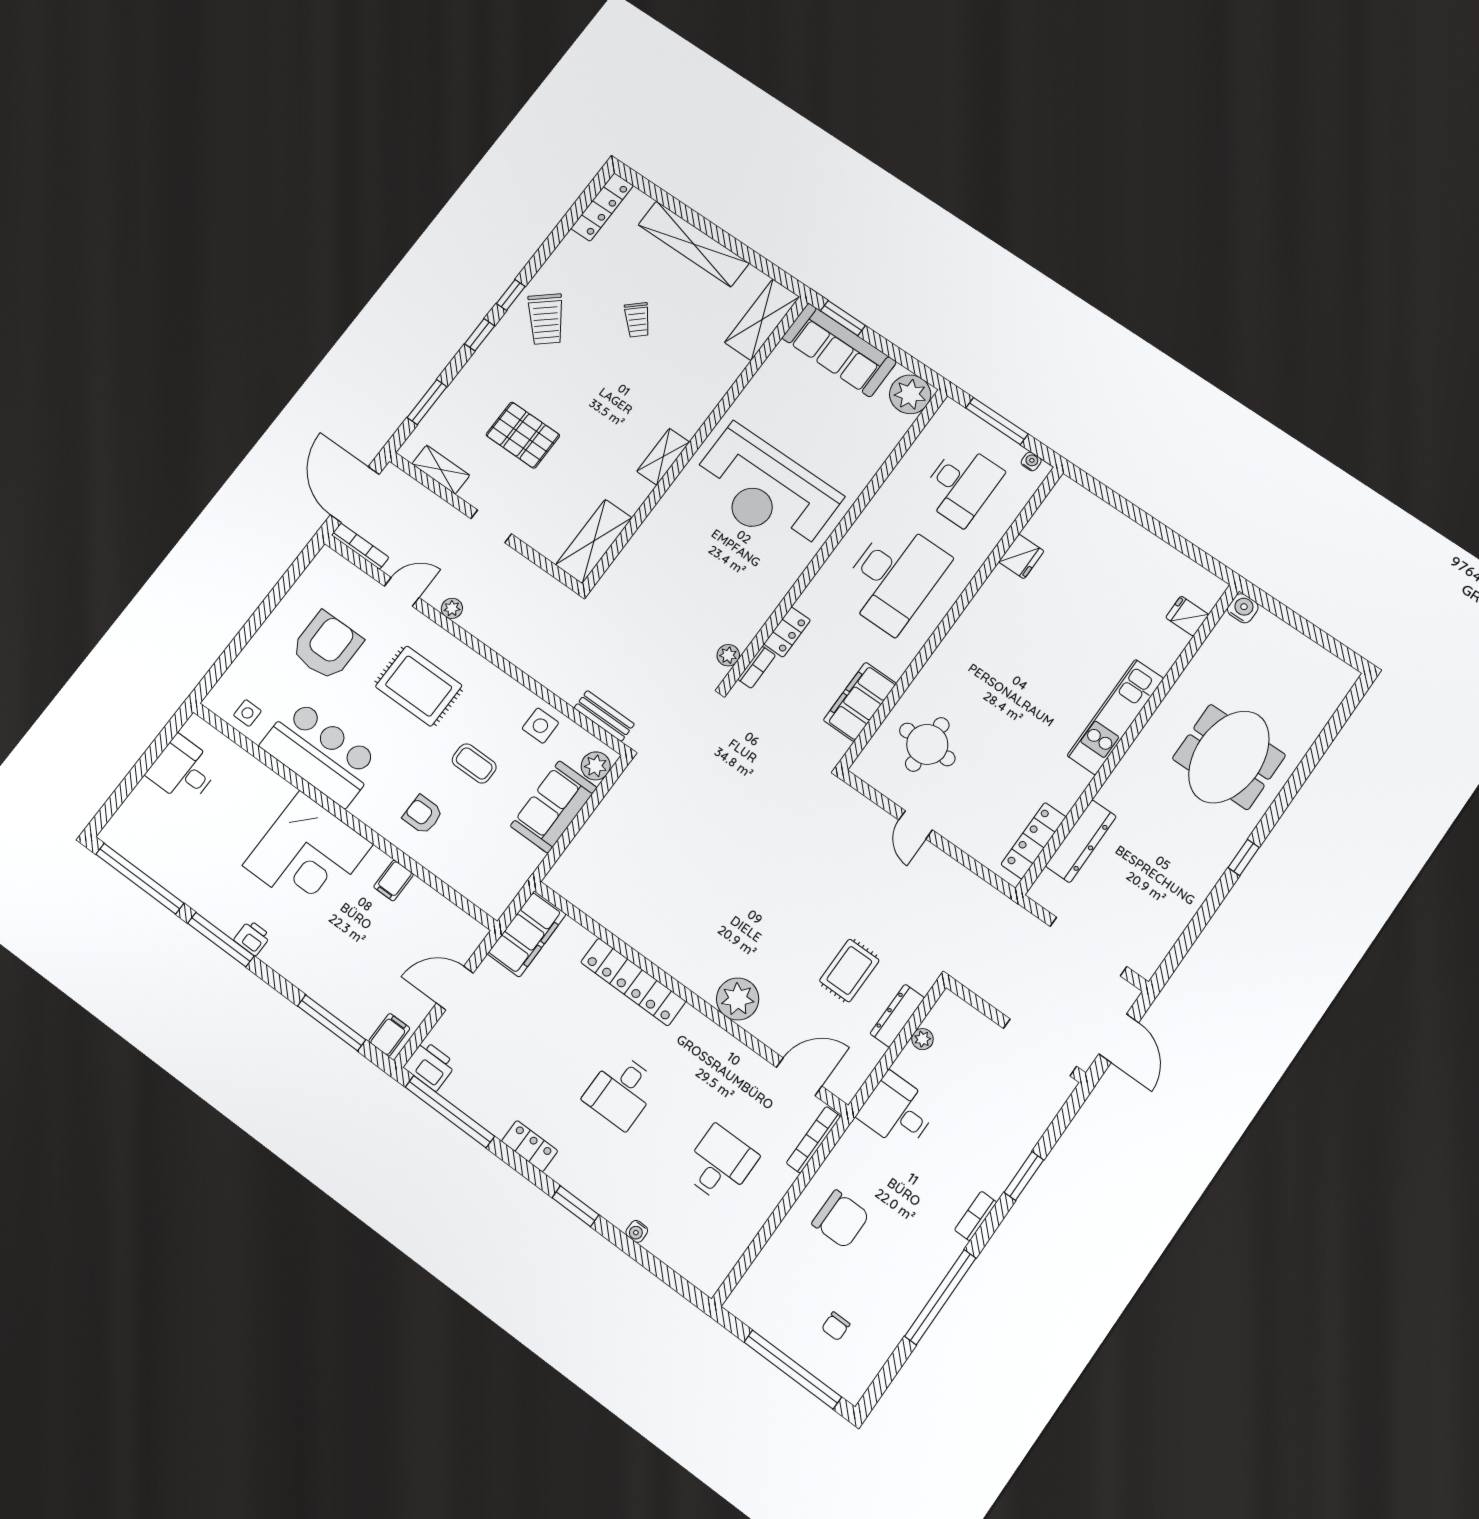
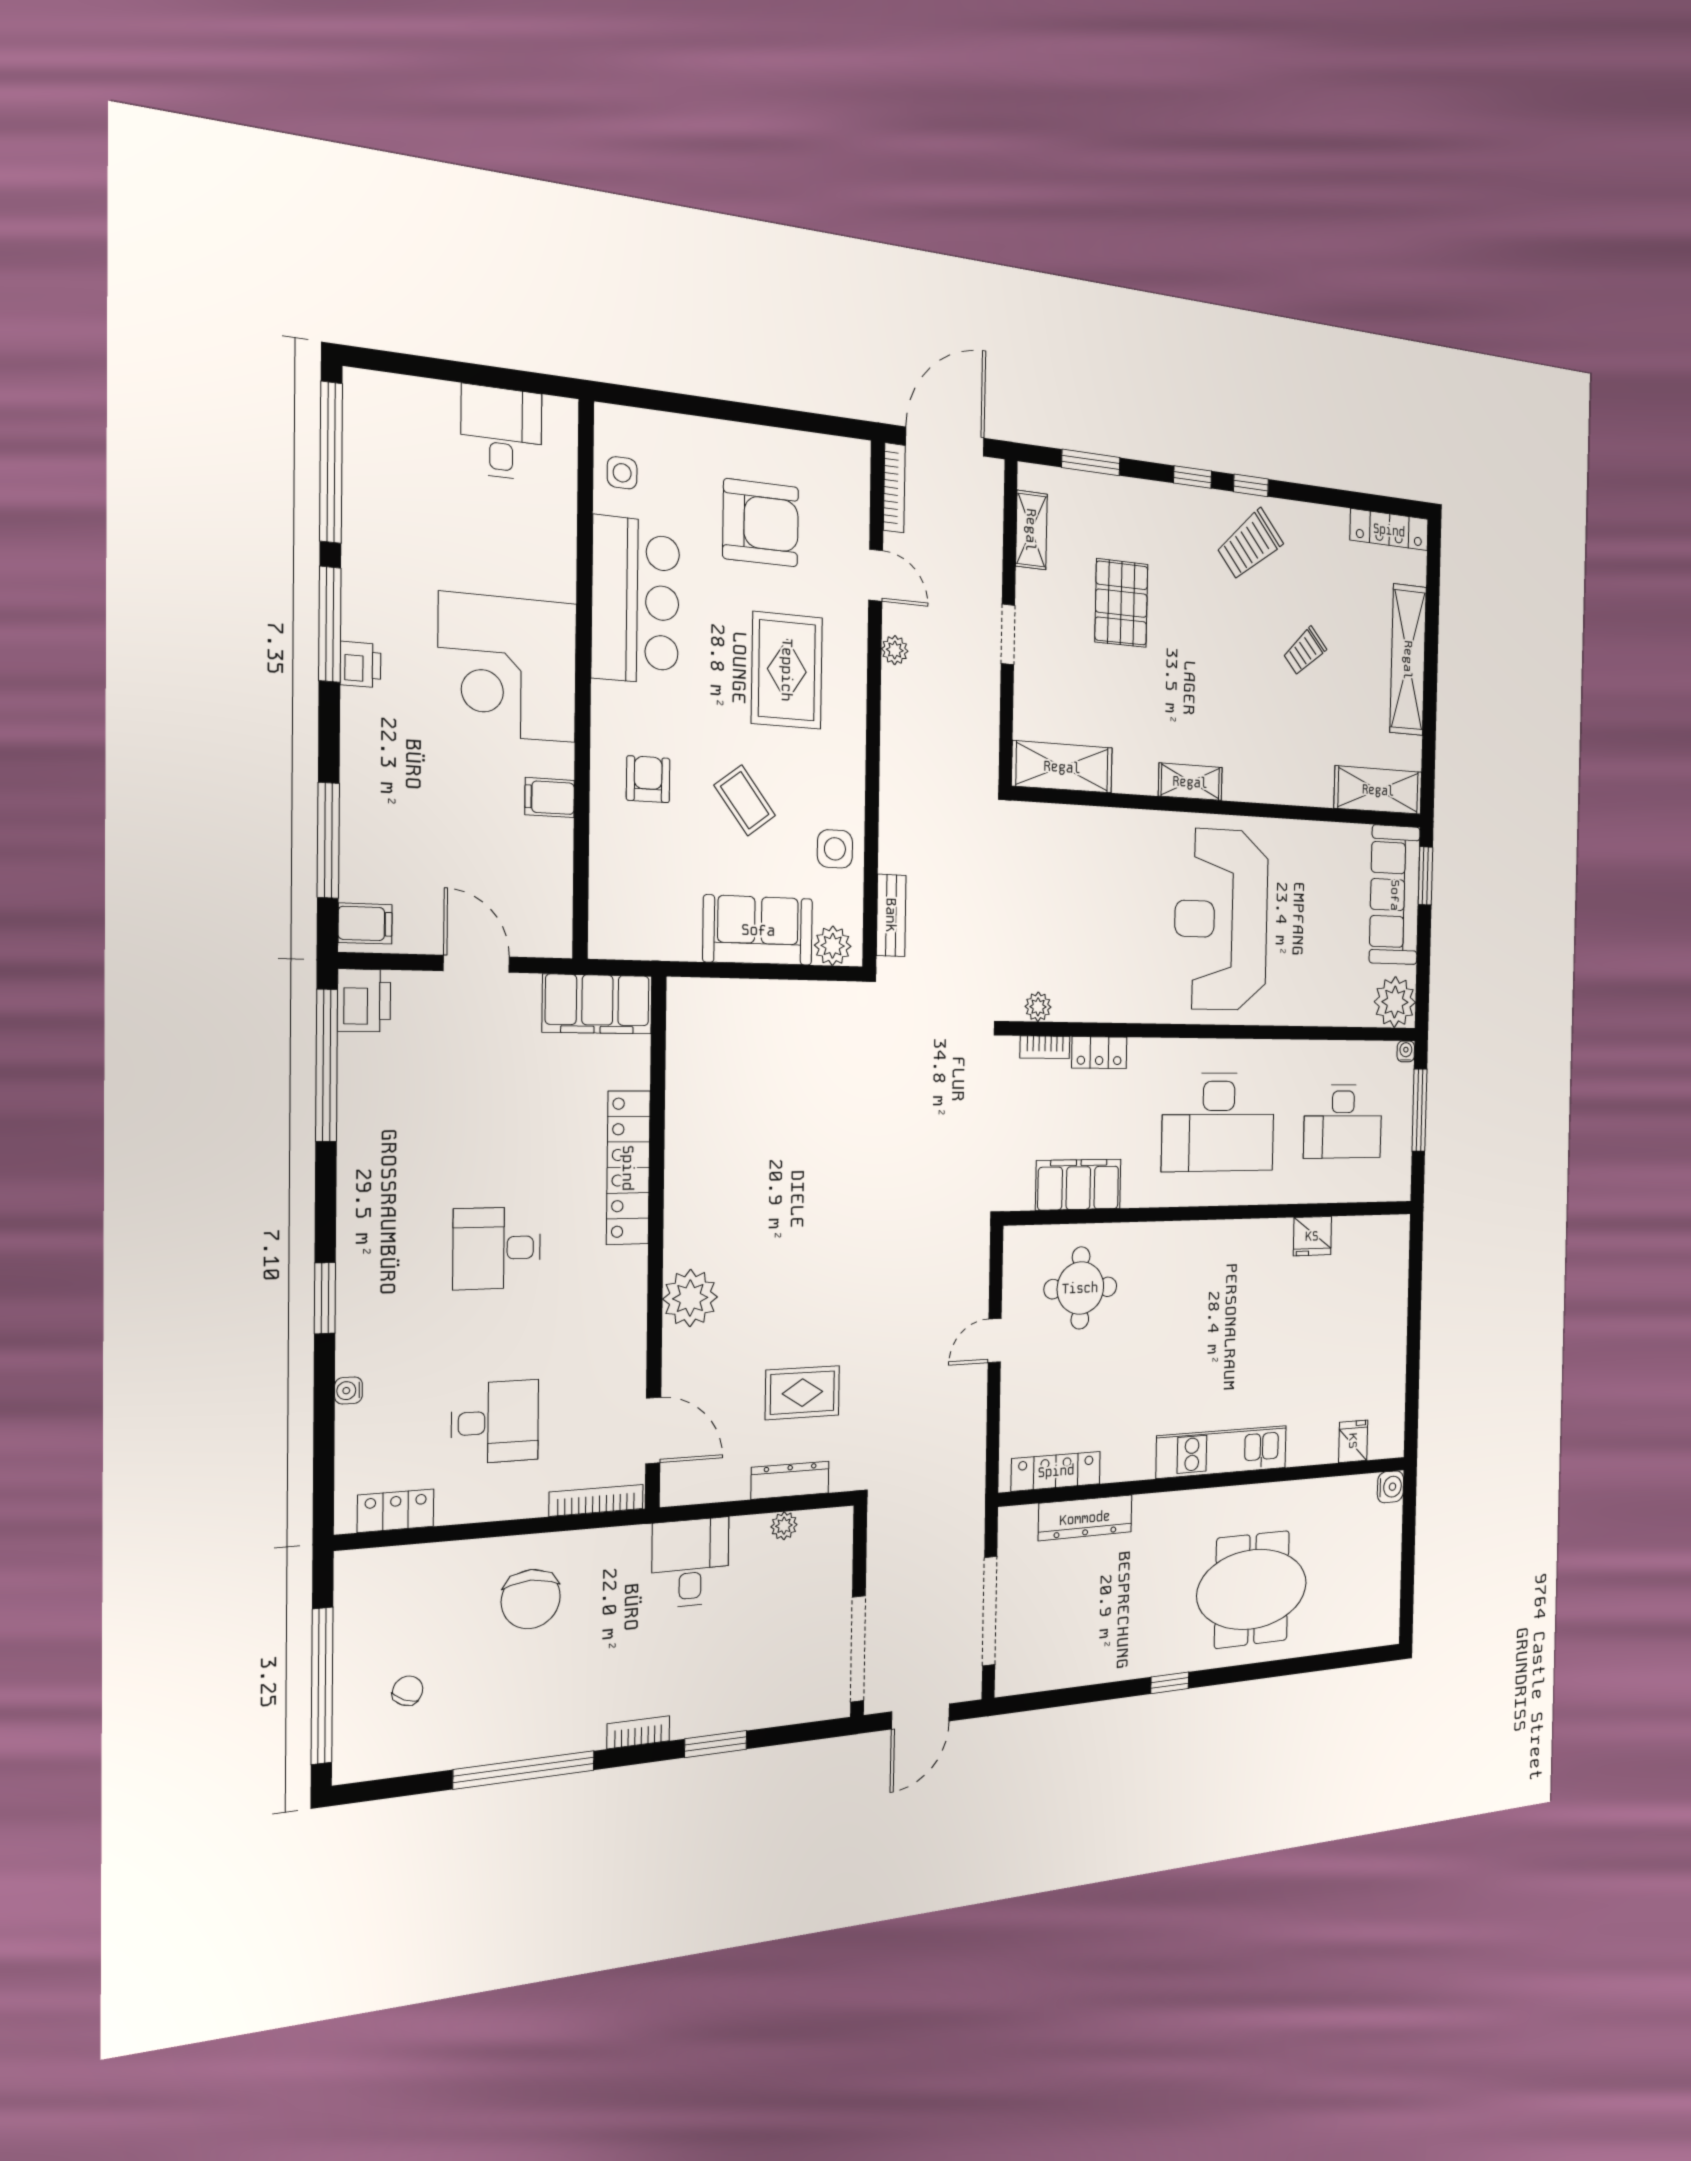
water cooler: (1031, 461) -> (1406, 1051), moved, turned -90
coffee table: (474, 763) -> (745, 800), turned -37
locker: (530, 1146) -> (396, 1511), moved, turned -90
chair: (836, 1326) -> (408, 1691), turned 113

